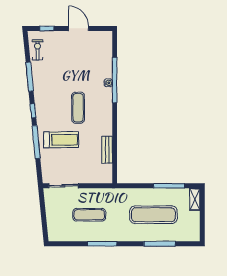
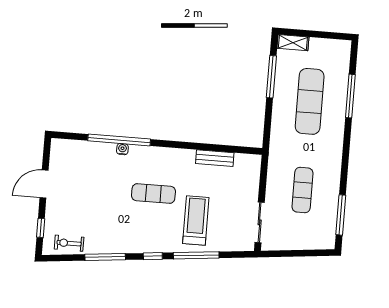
window: (102, 244) -> (341, 215), moved

